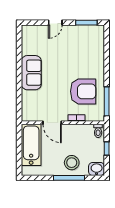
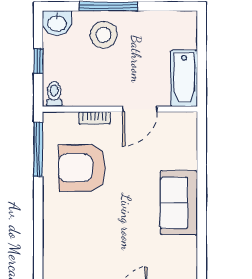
door: (52, 123) -> (140, 109), swing flipped
bathtub: (31, 145) -> (184, 78), width x0.73, depth x0.73

